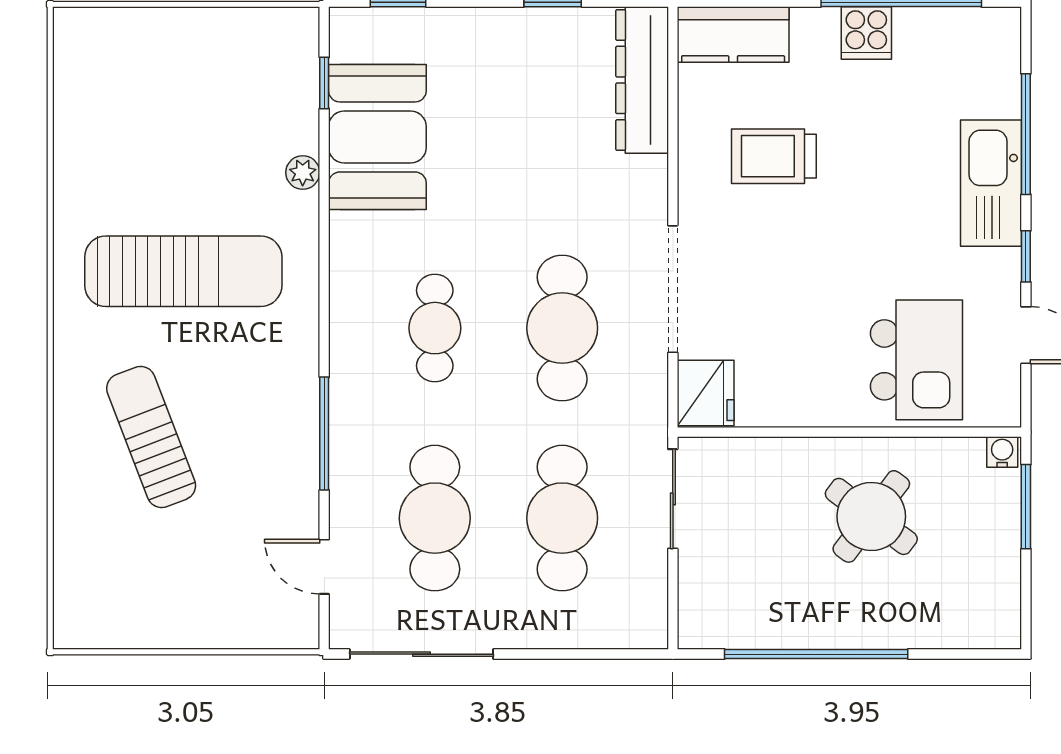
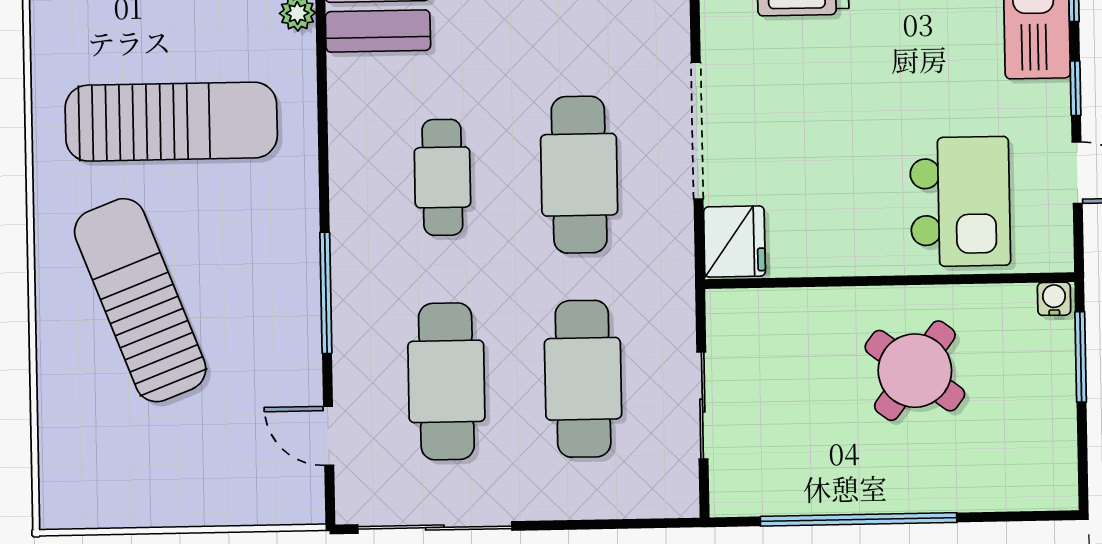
sun lounger: (151, 437) -> (140, 300), width x1.36, depth x1.34
sliding door: (673, 499) -> (702, 406), moved

